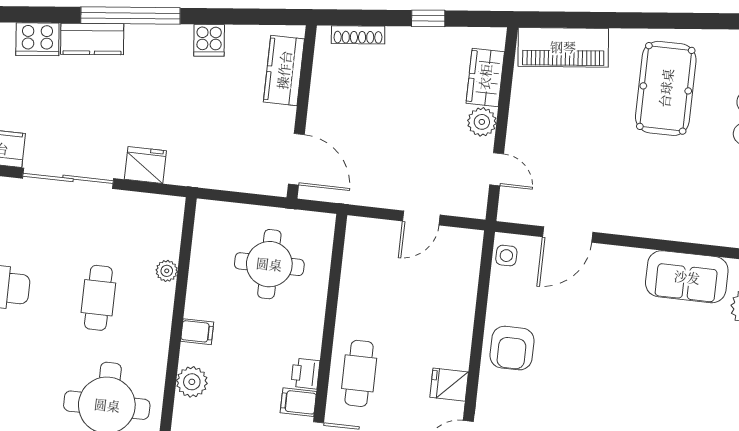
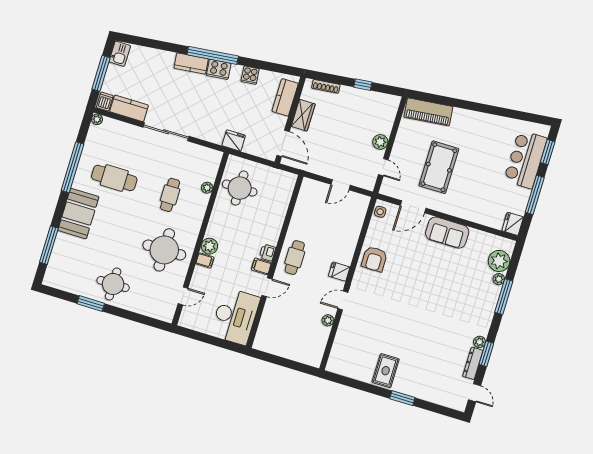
cooker: (37, 39) -> (219, 69), moved
wardrobe: (485, 77) -> (303, 115), moved, turned 180
pool table: (666, 88) -> (439, 167), moved
fridge: (145, 165) -> (234, 140), moved
round table: (269, 264) -> (240, 188), moved
sofa: (687, 277) -> (447, 233), moved
filing cabinet: (197, 332) -> (205, 260), moved

